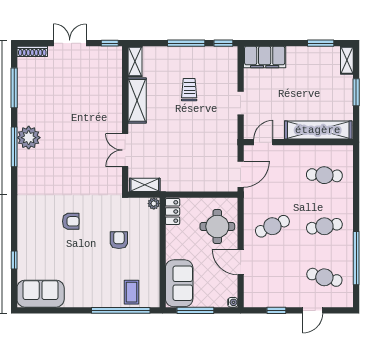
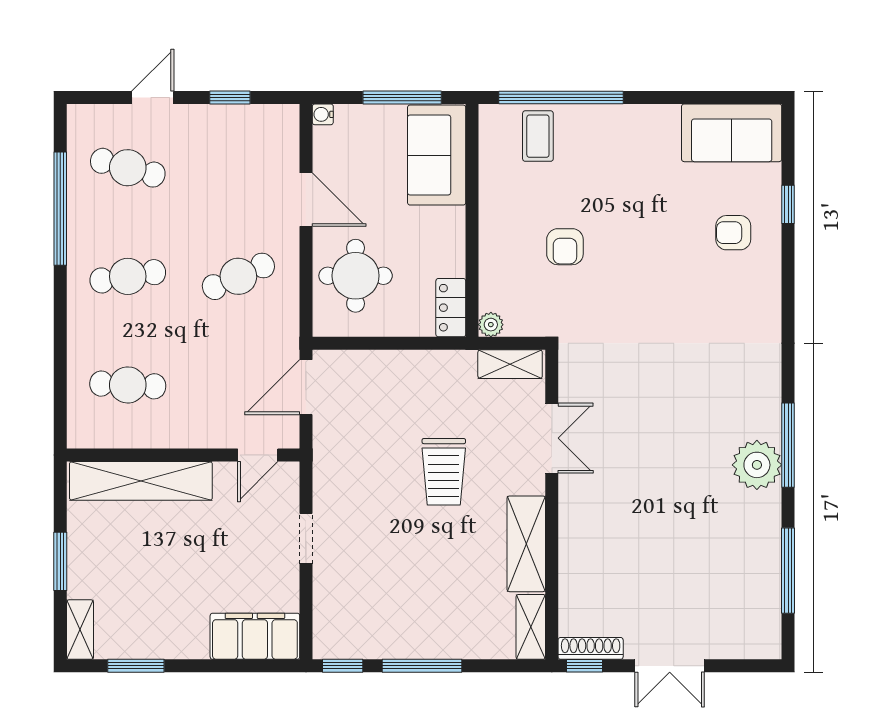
shoe rack: (32, 51) -> (591, 648), moved
trolley: (189, 90) -> (444, 472), moved, width x1.36, depth x1.39
armchair: (71, 221) -> (733, 233), moved

